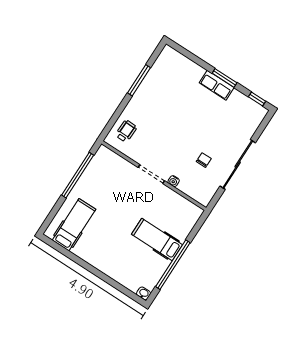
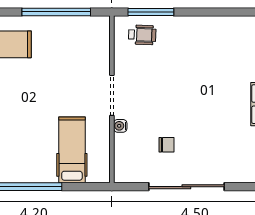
window: (139, 80) -> (151, 12), moved
hospital bed: (157, 239) -> (72, 150), moved

